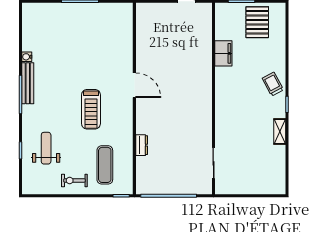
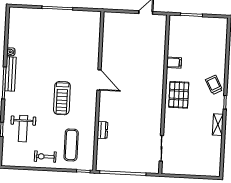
pallet: (257, 22) -> (179, 95), moved
filing cabinet: (223, 53) -> (174, 63), width x0.50
weight bench: (46, 148) -> (23, 129), turned 180

